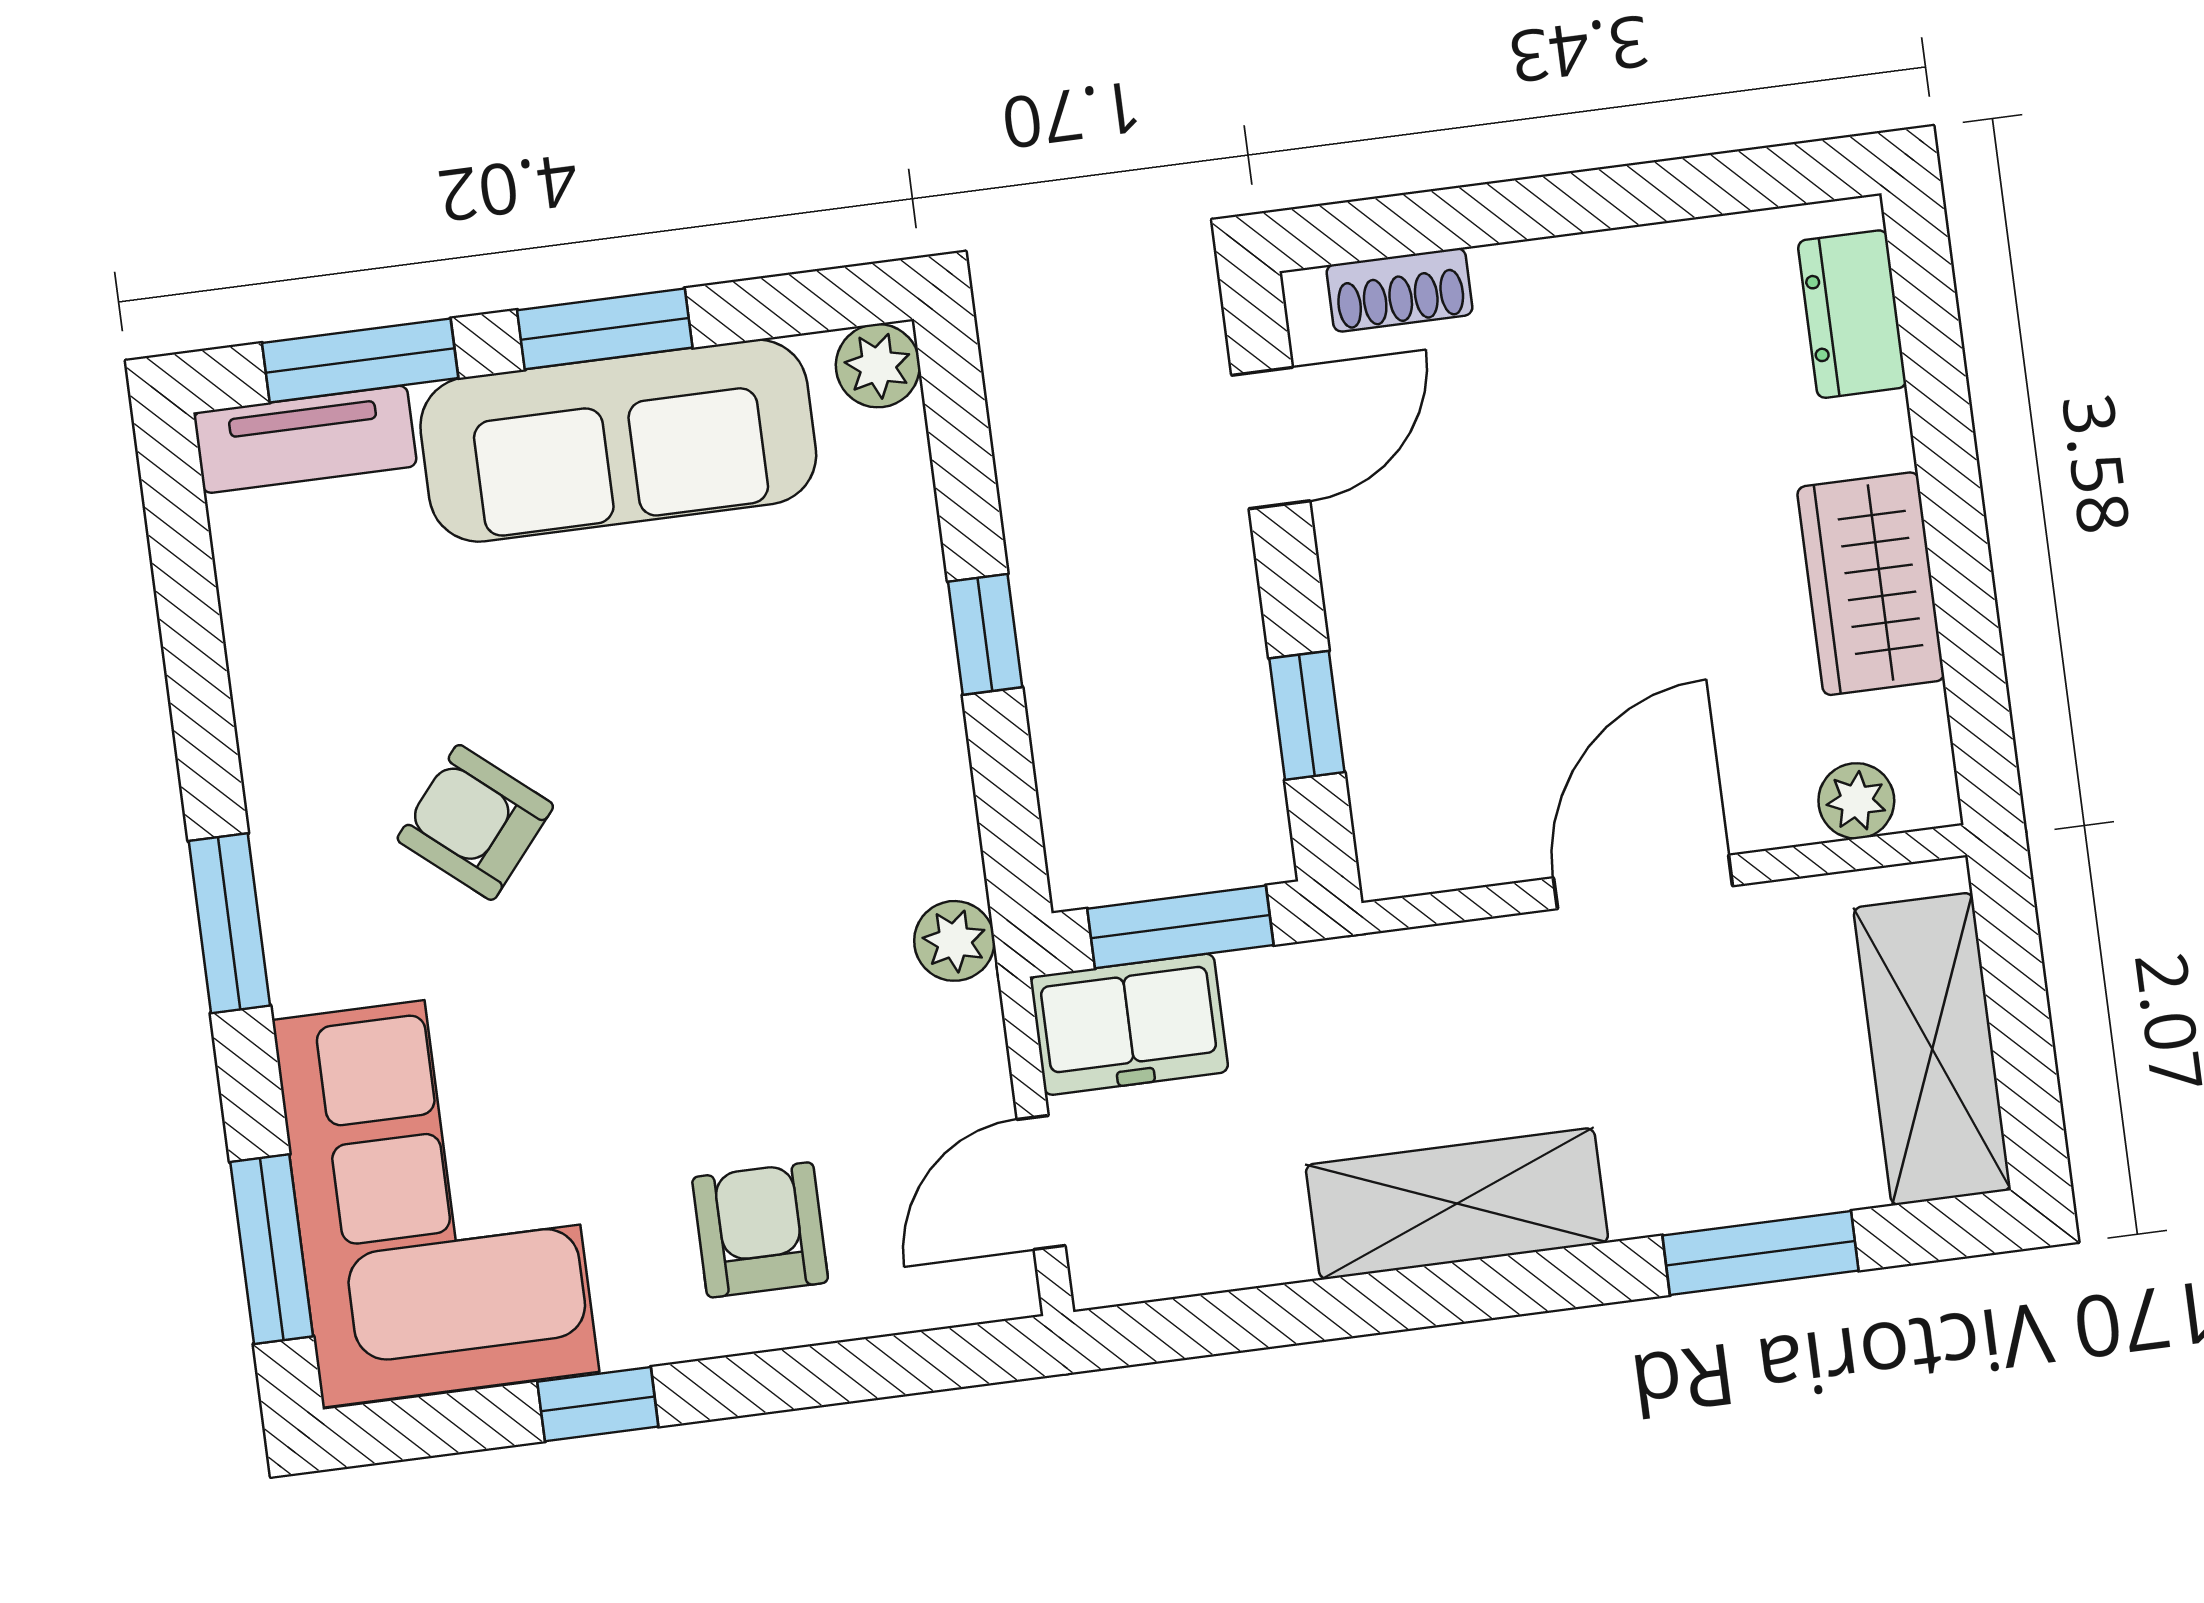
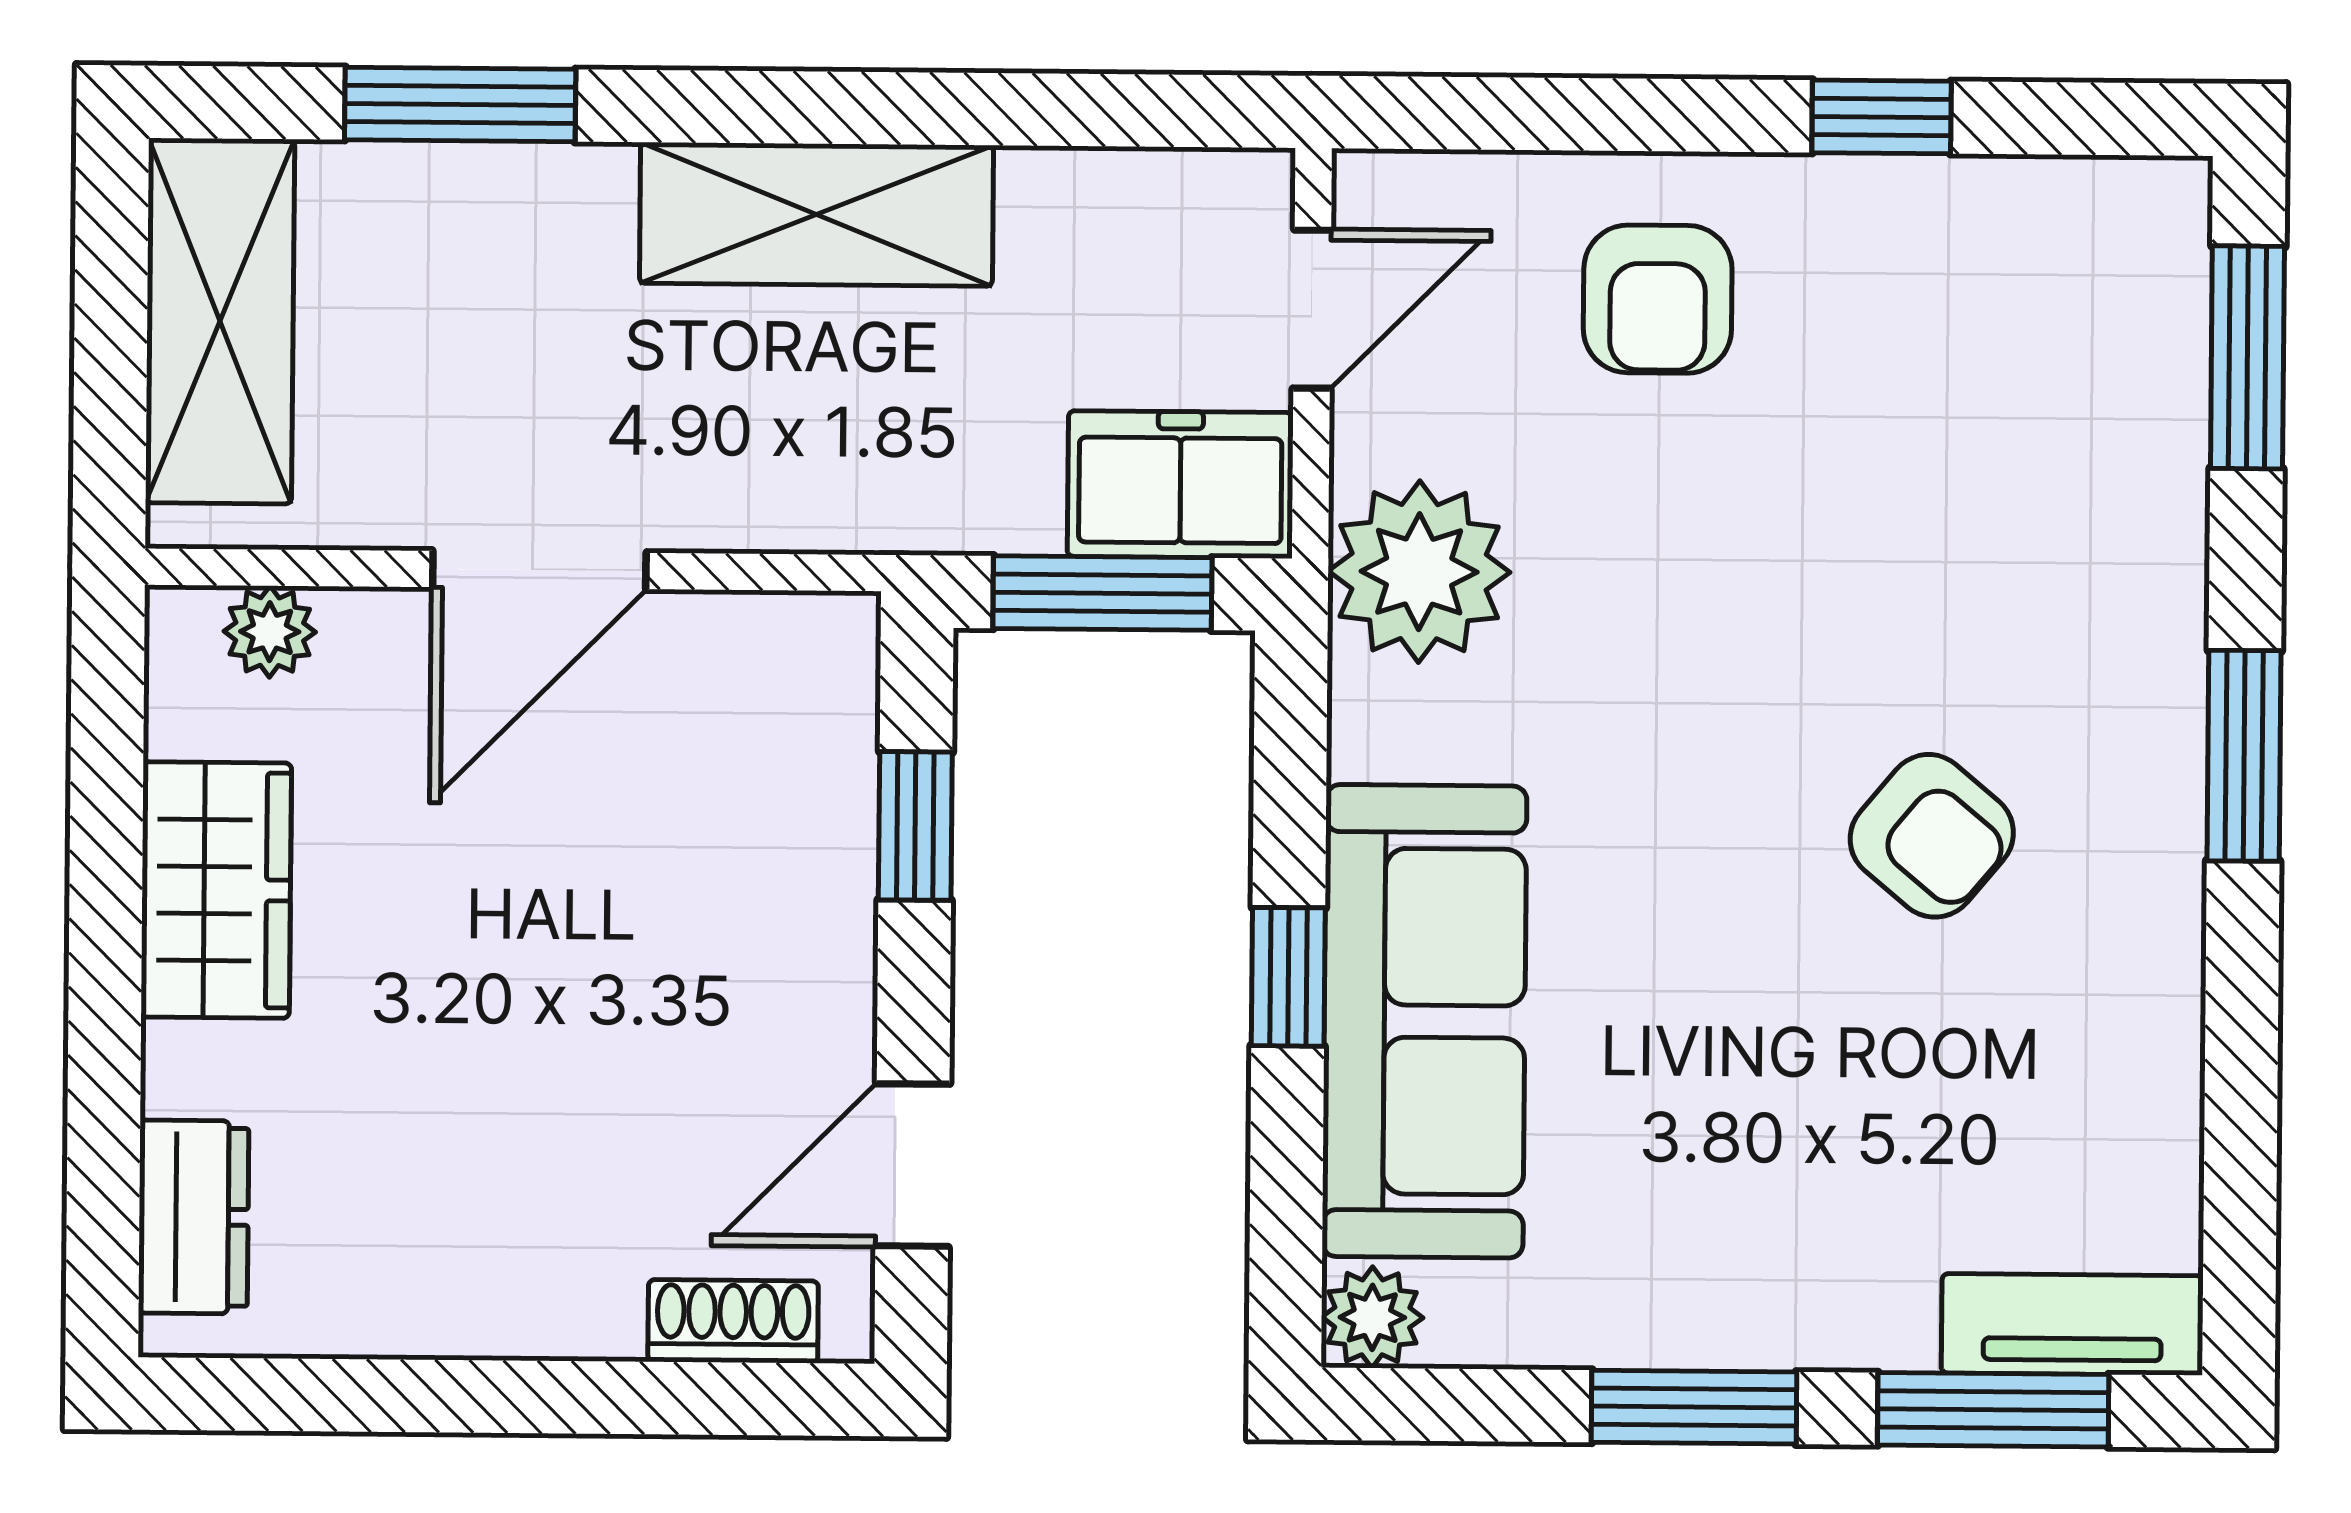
sofa: (618, 441) -> (1424, 1021), moved, turned 90
plant: (954, 941) -> (1419, 572), width x1.88, depth x1.88
corner sofa: (436, 1196) -> (2042, 394), removed

